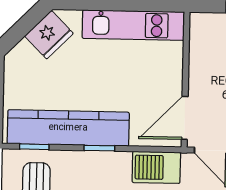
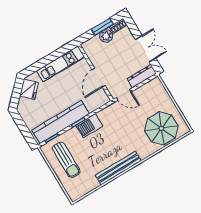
door: (185, 118) -> (99, 78), moved
barbecue: (156, 167) -> (89, 126), moved

